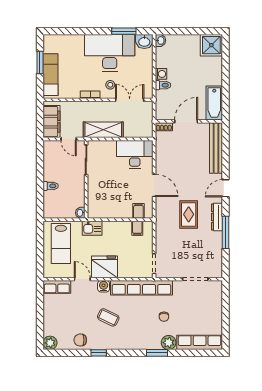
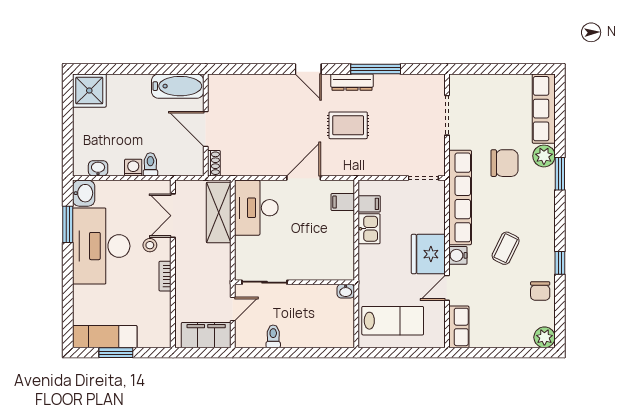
washbasin: (160, 40) -> (98, 168), moved
exam couch: (50, 75) -> (105, 337), moved
shelving: (103, 130) -> (219, 213), moved
bench: (216, 148) -> (246, 83), removed
toilet: (51, 186) -> (273, 336), moved
kitchen sink: (92, 228) -> (369, 229), moved
chair: (164, 317) -> (504, 163), width x1.87, depth x1.87

